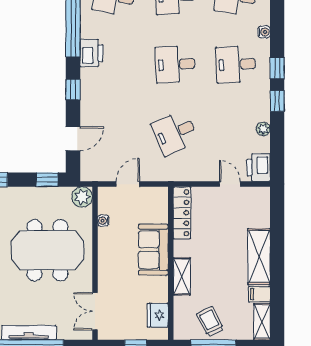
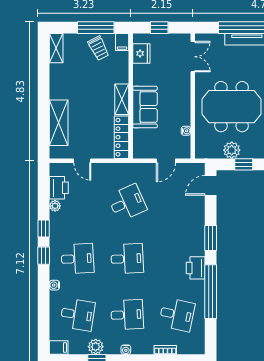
window: (73, 90) -> (211, 238), width x1.50
door: (73, 139) -> (211, 185), moved
printer: (259, 168) -> (59, 188), moved
window: (47, 180) -> (244, 164), moved
plant: (82, 197) -> (232, 150), moved
shelving: (259, 257) -> (59, 123), moved
shelving: (182, 276) -> (122, 99), moved
filing cabinet: (260, 294) -> (122, 42), moved, turned 90

